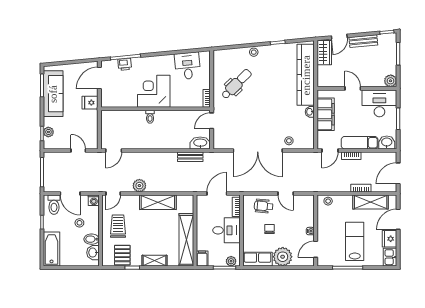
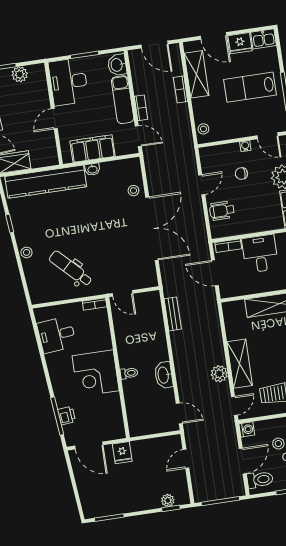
plant: (391, 81) -> (20, 74), moved
sofa: (53, 94) -> (118, 502), removed
washbasin: (200, 143) -> (164, 375), moved
door: (113, 194) -> (234, 406), hinge flipped
shelving: (158, 202) -> (240, 364), moved
wheelchair: (264, 206) -> (222, 211), turned 85
chair: (270, 229) -> (241, 173), moved

